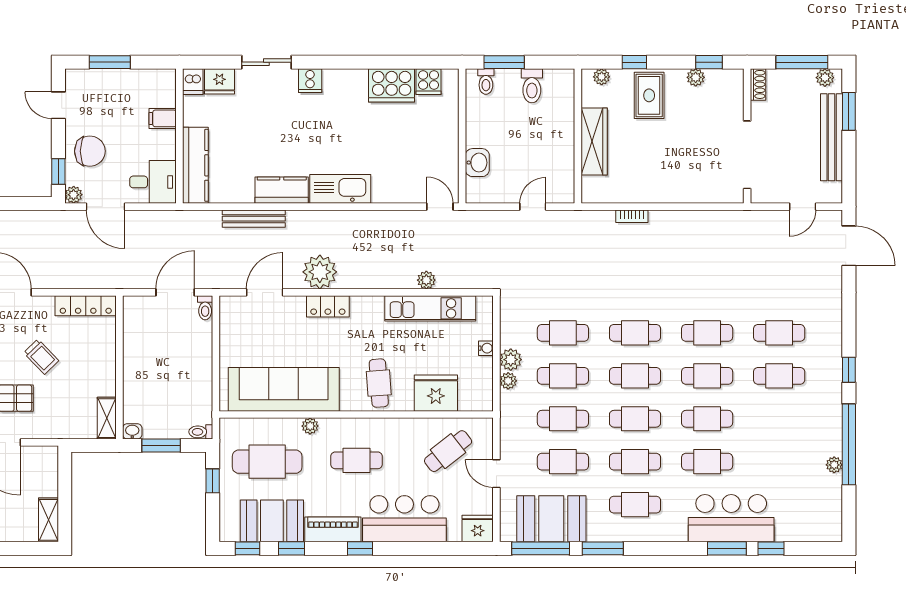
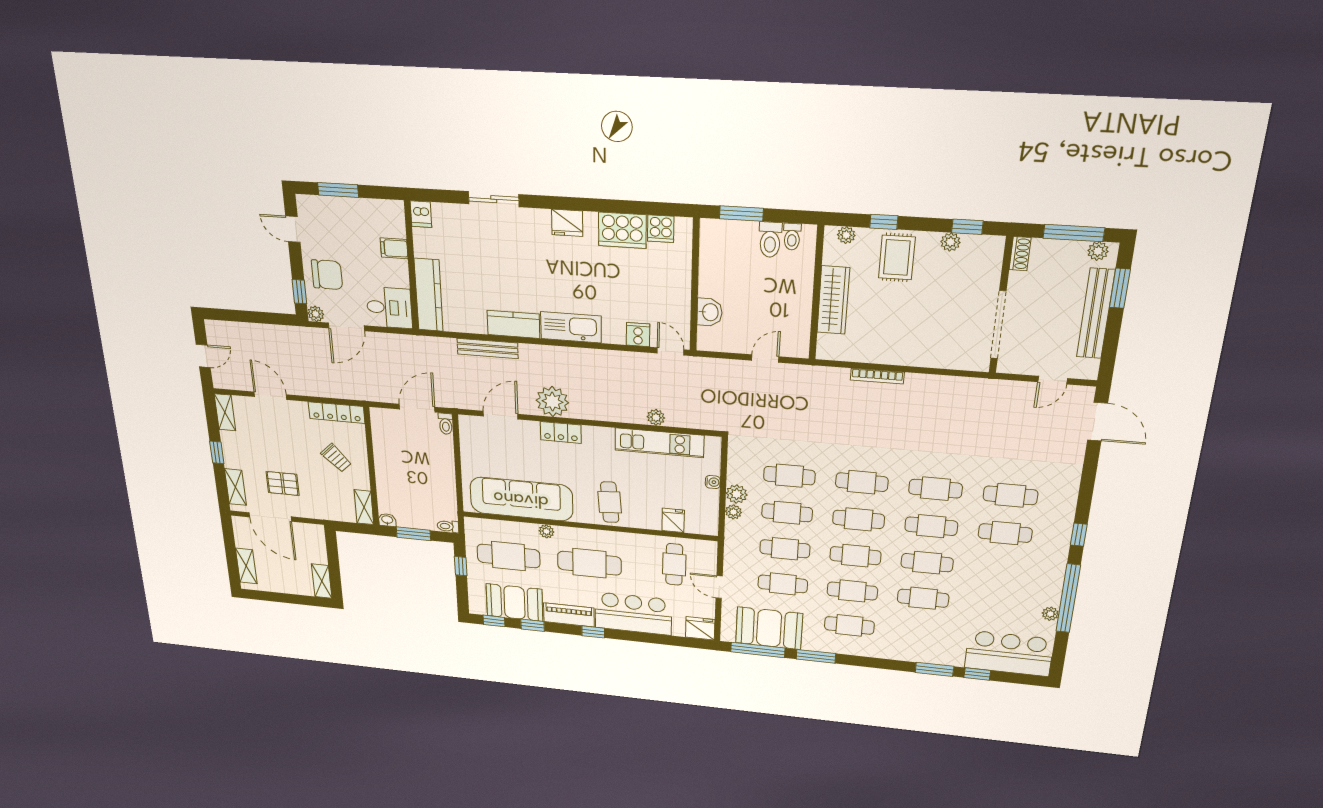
fridge: (219, 81) -> (567, 223), moved
cooker: (310, 81) -> (638, 335), moved, turned 180
toilet: (486, 81) -> (792, 237), moved
door: (106, 207) -> (346, 327), hinge flipped
bookcase: (632, 216) -> (877, 376), width x1.56
trolley: (41, 357) -> (336, 458), moved
fridge: (436, 393) -> (673, 520), width x0.53, depth x0.75
cafe table: (448, 451) -> (674, 564), turned -52
cafe table: (356, 460) -> (589, 563), width x1.37, depth x1.35
bar counter: (731, 518) -> (1009, 653), moved

